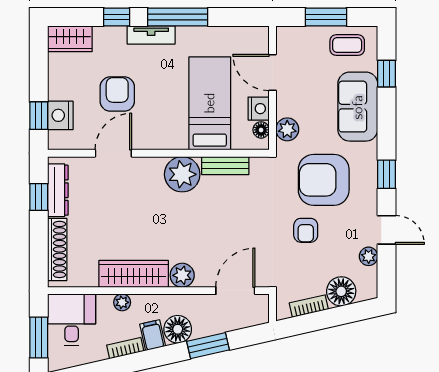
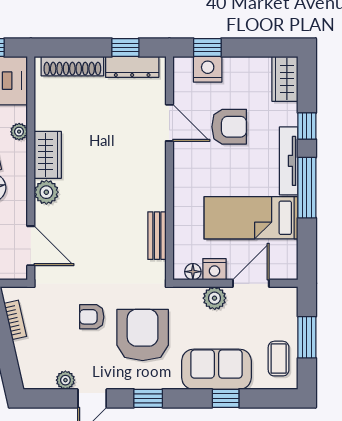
tv unit: (151, 35) -> (289, 161), width x1.41
window: (387, 74) -> (226, 398), moved
bed: (210, 103) -> (251, 218), moved, turned 180
plant: (287, 129) -> (215, 298), moved
plant: (182, 174) -> (148, 192), removed
wardrobe: (134, 274) -> (48, 155), width x0.67
floor lamp: (341, 291) -> (30, 353), removed

